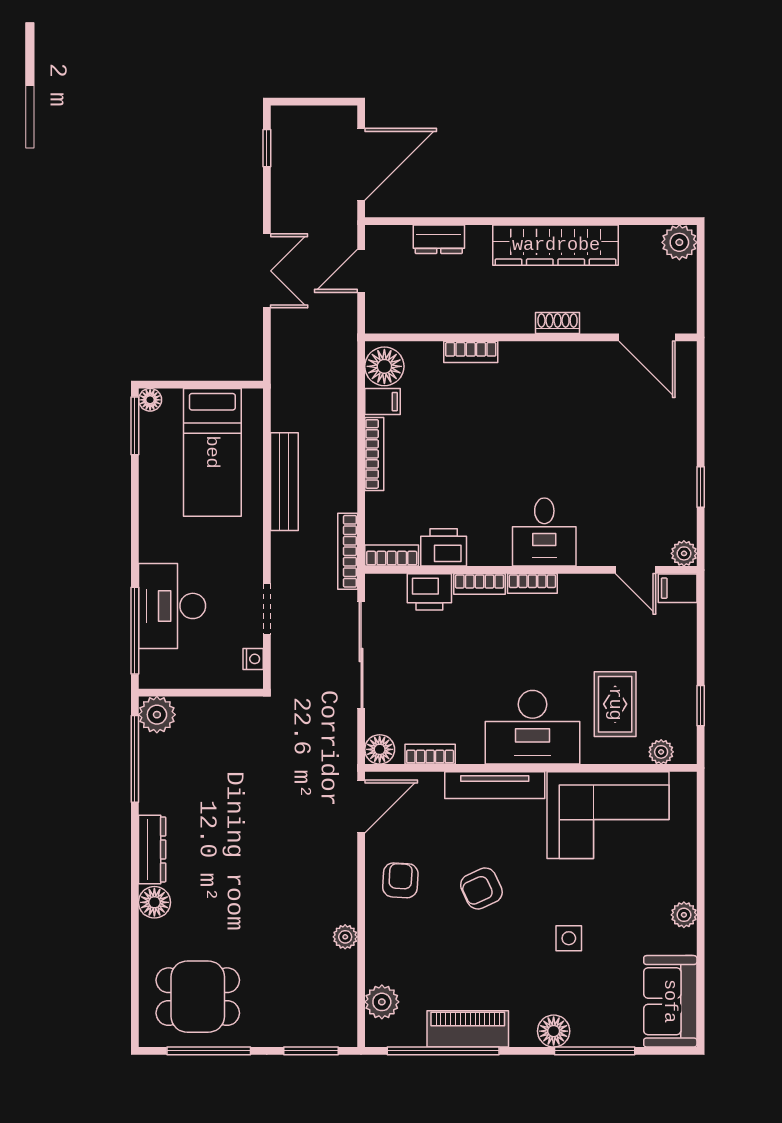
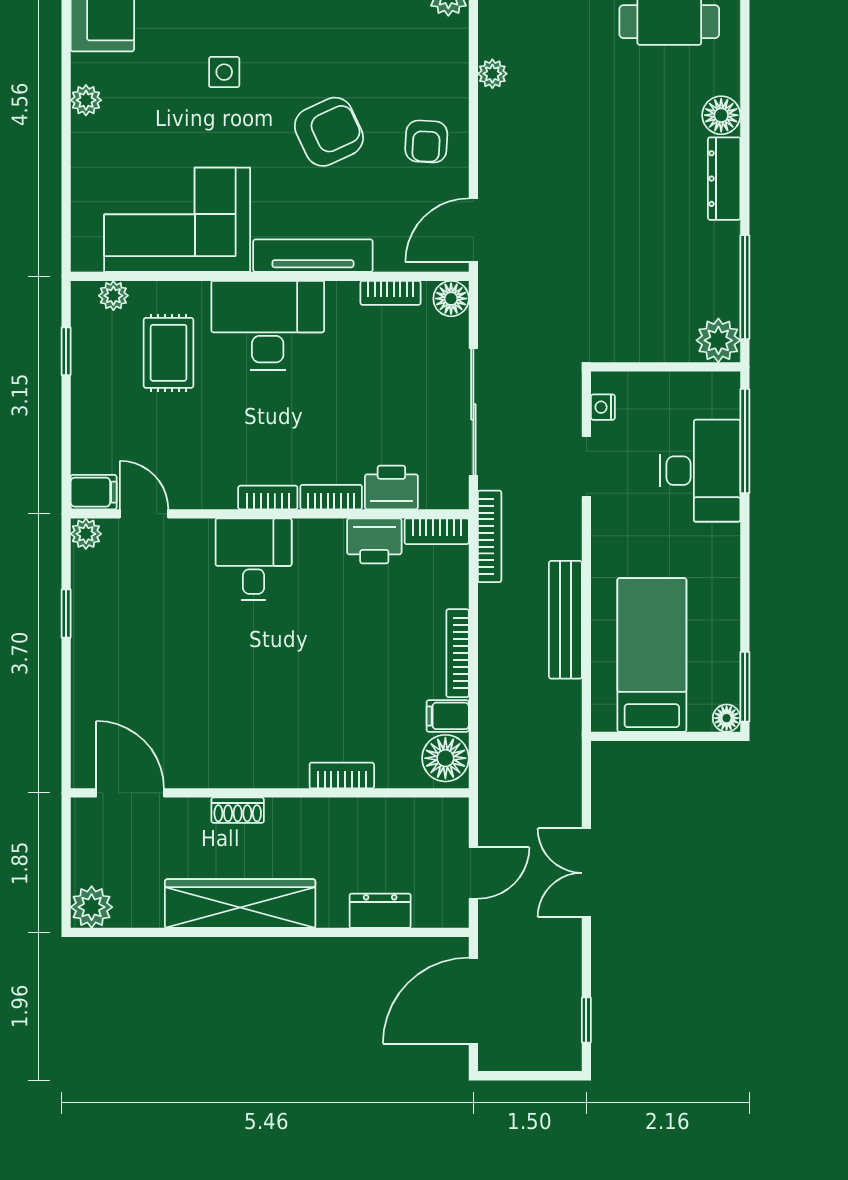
armchair: (481, 888) -> (329, 132), width x1.38, depth x1.38

